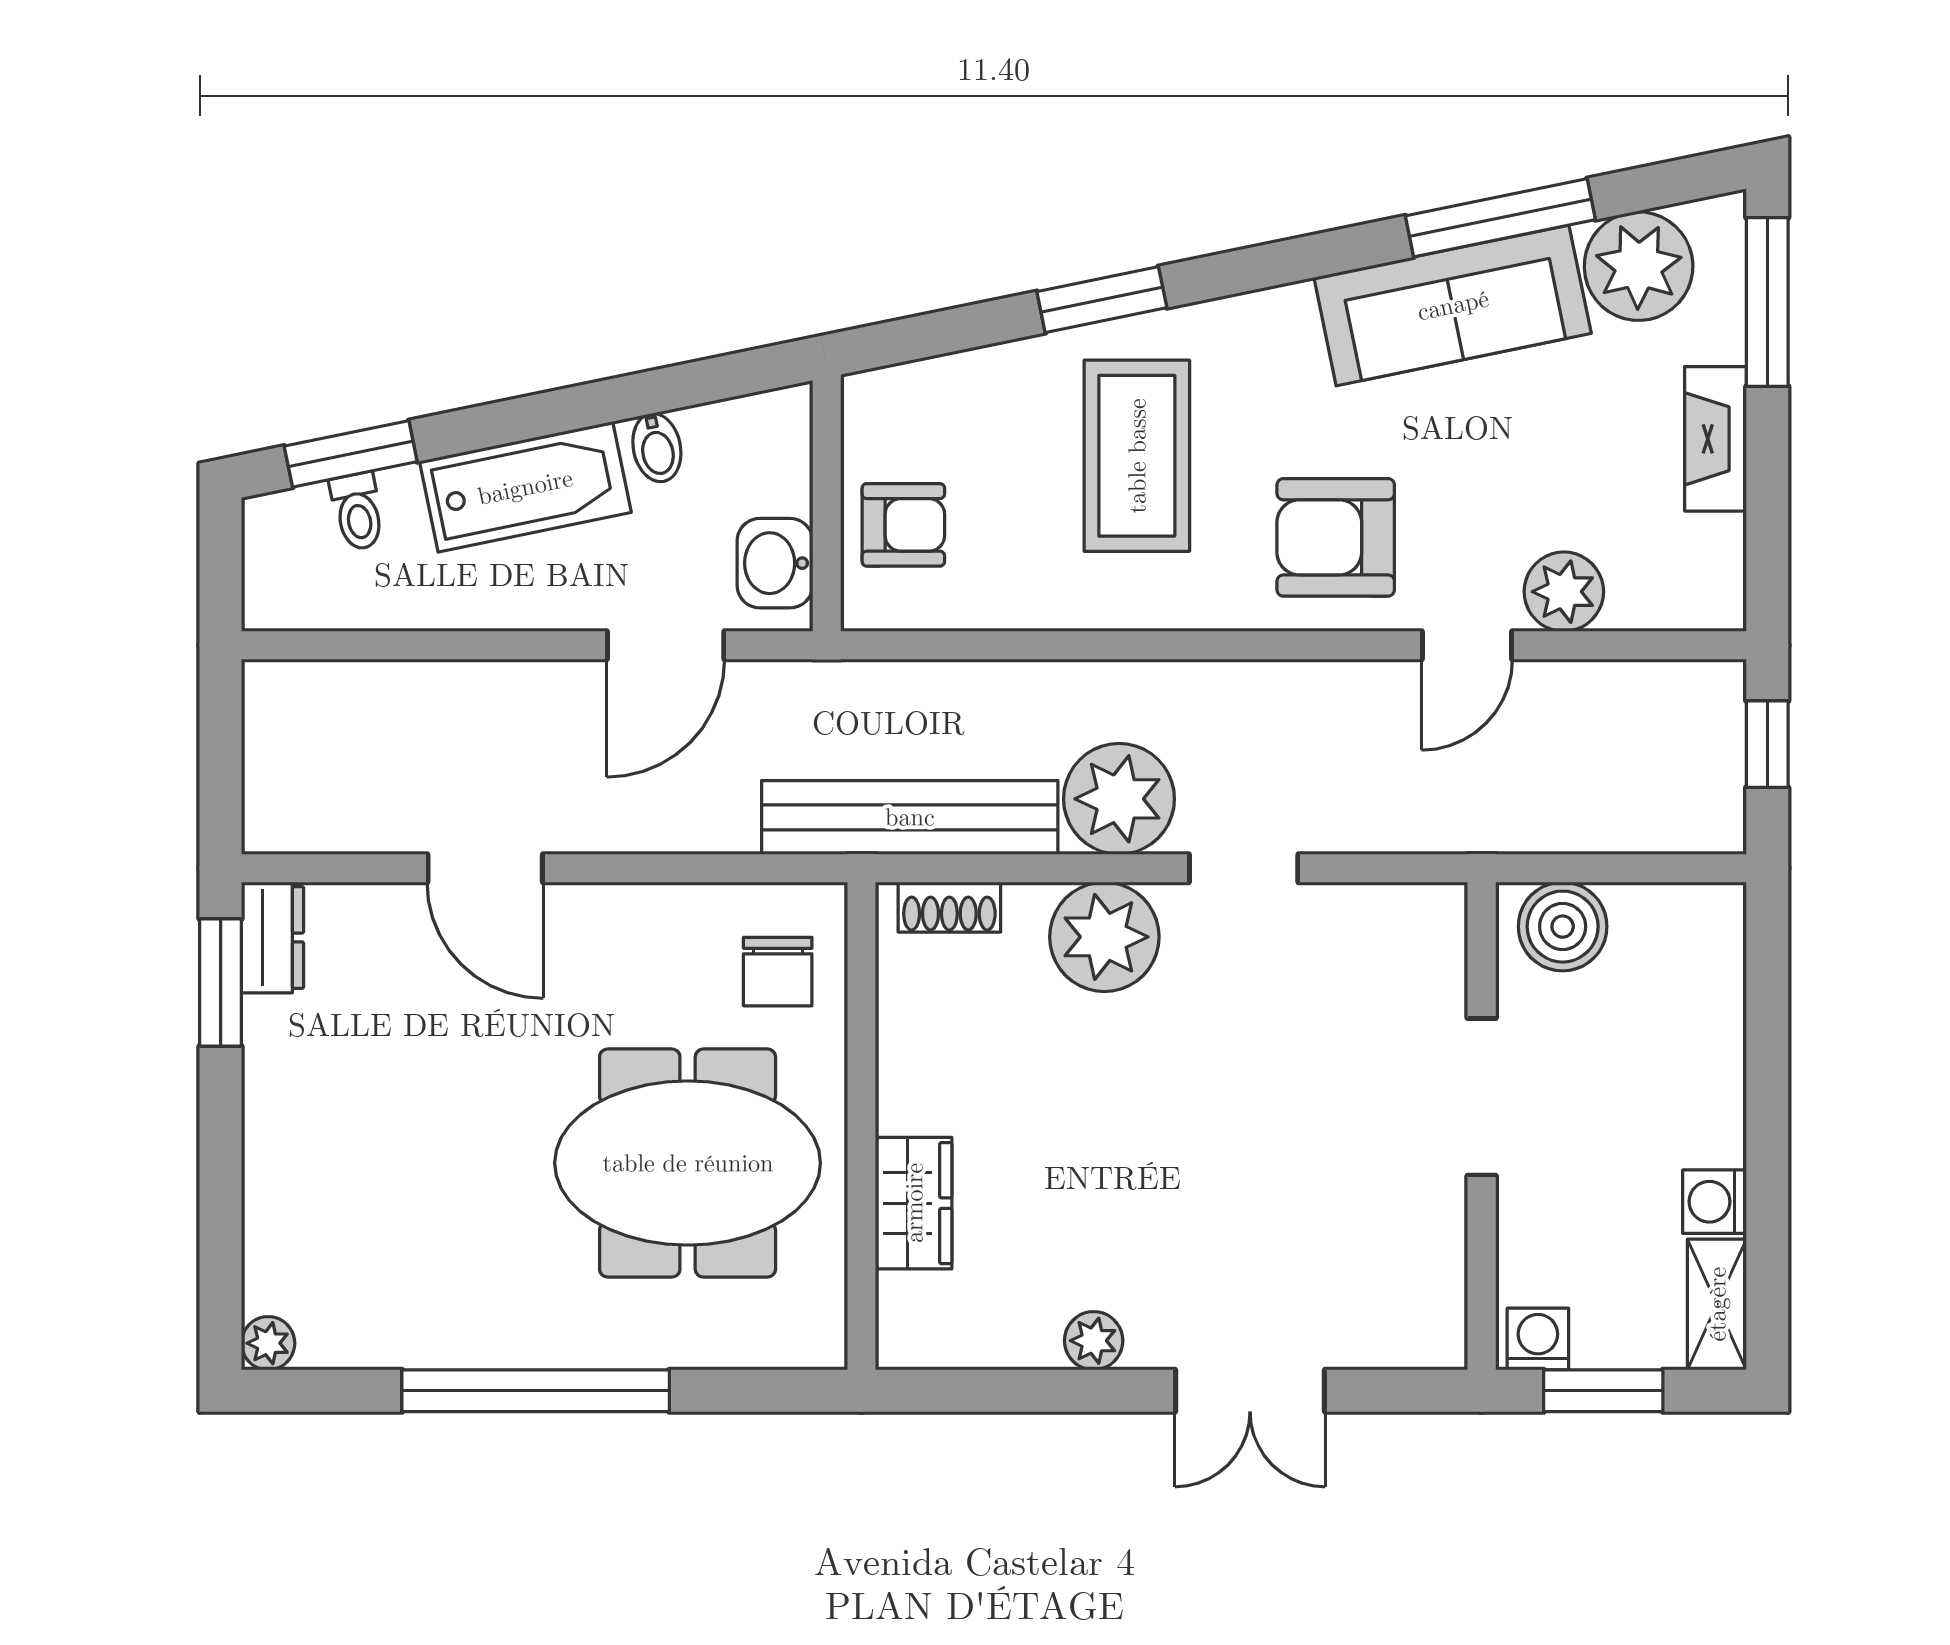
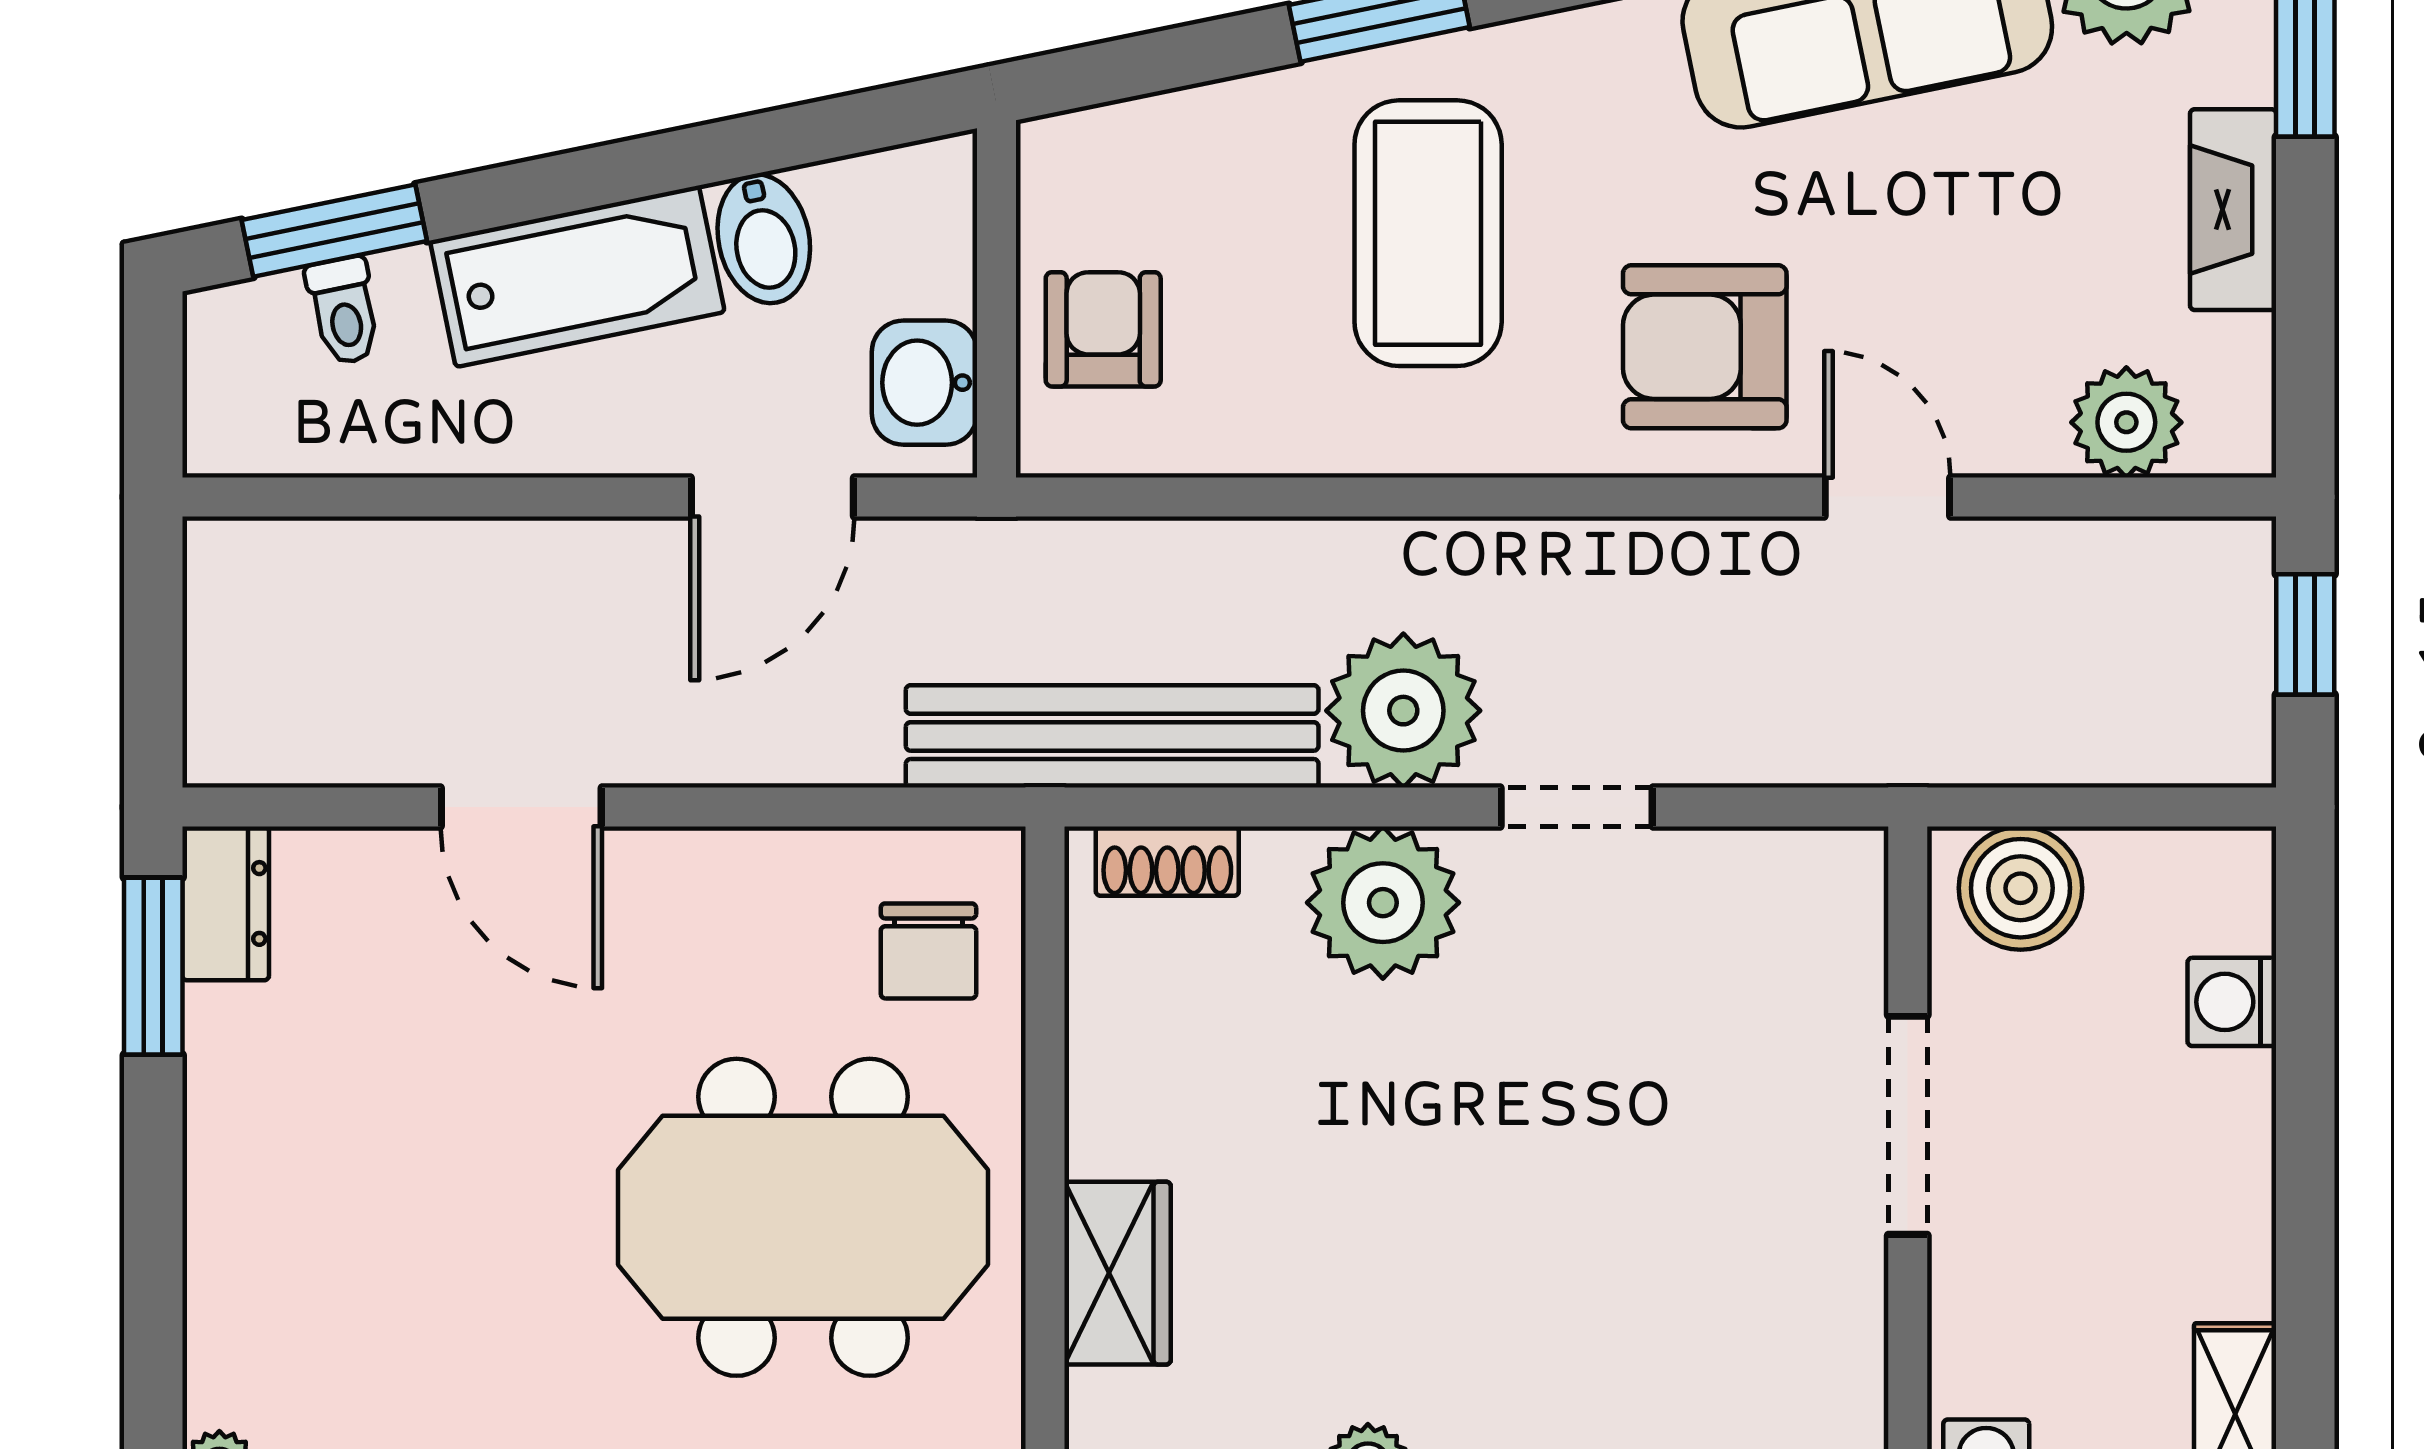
bidet: (657, 448) -> (764, 239), width x1.38, depth x1.36
armchair: (903, 525) -> (1103, 329), turned -90
plant: (1564, 592) -> (2126, 422), moved
door: (1467, 645) -> (1887, 497), swing flipped
washing machine: (1715, 1202) -> (2232, 1002), moved

